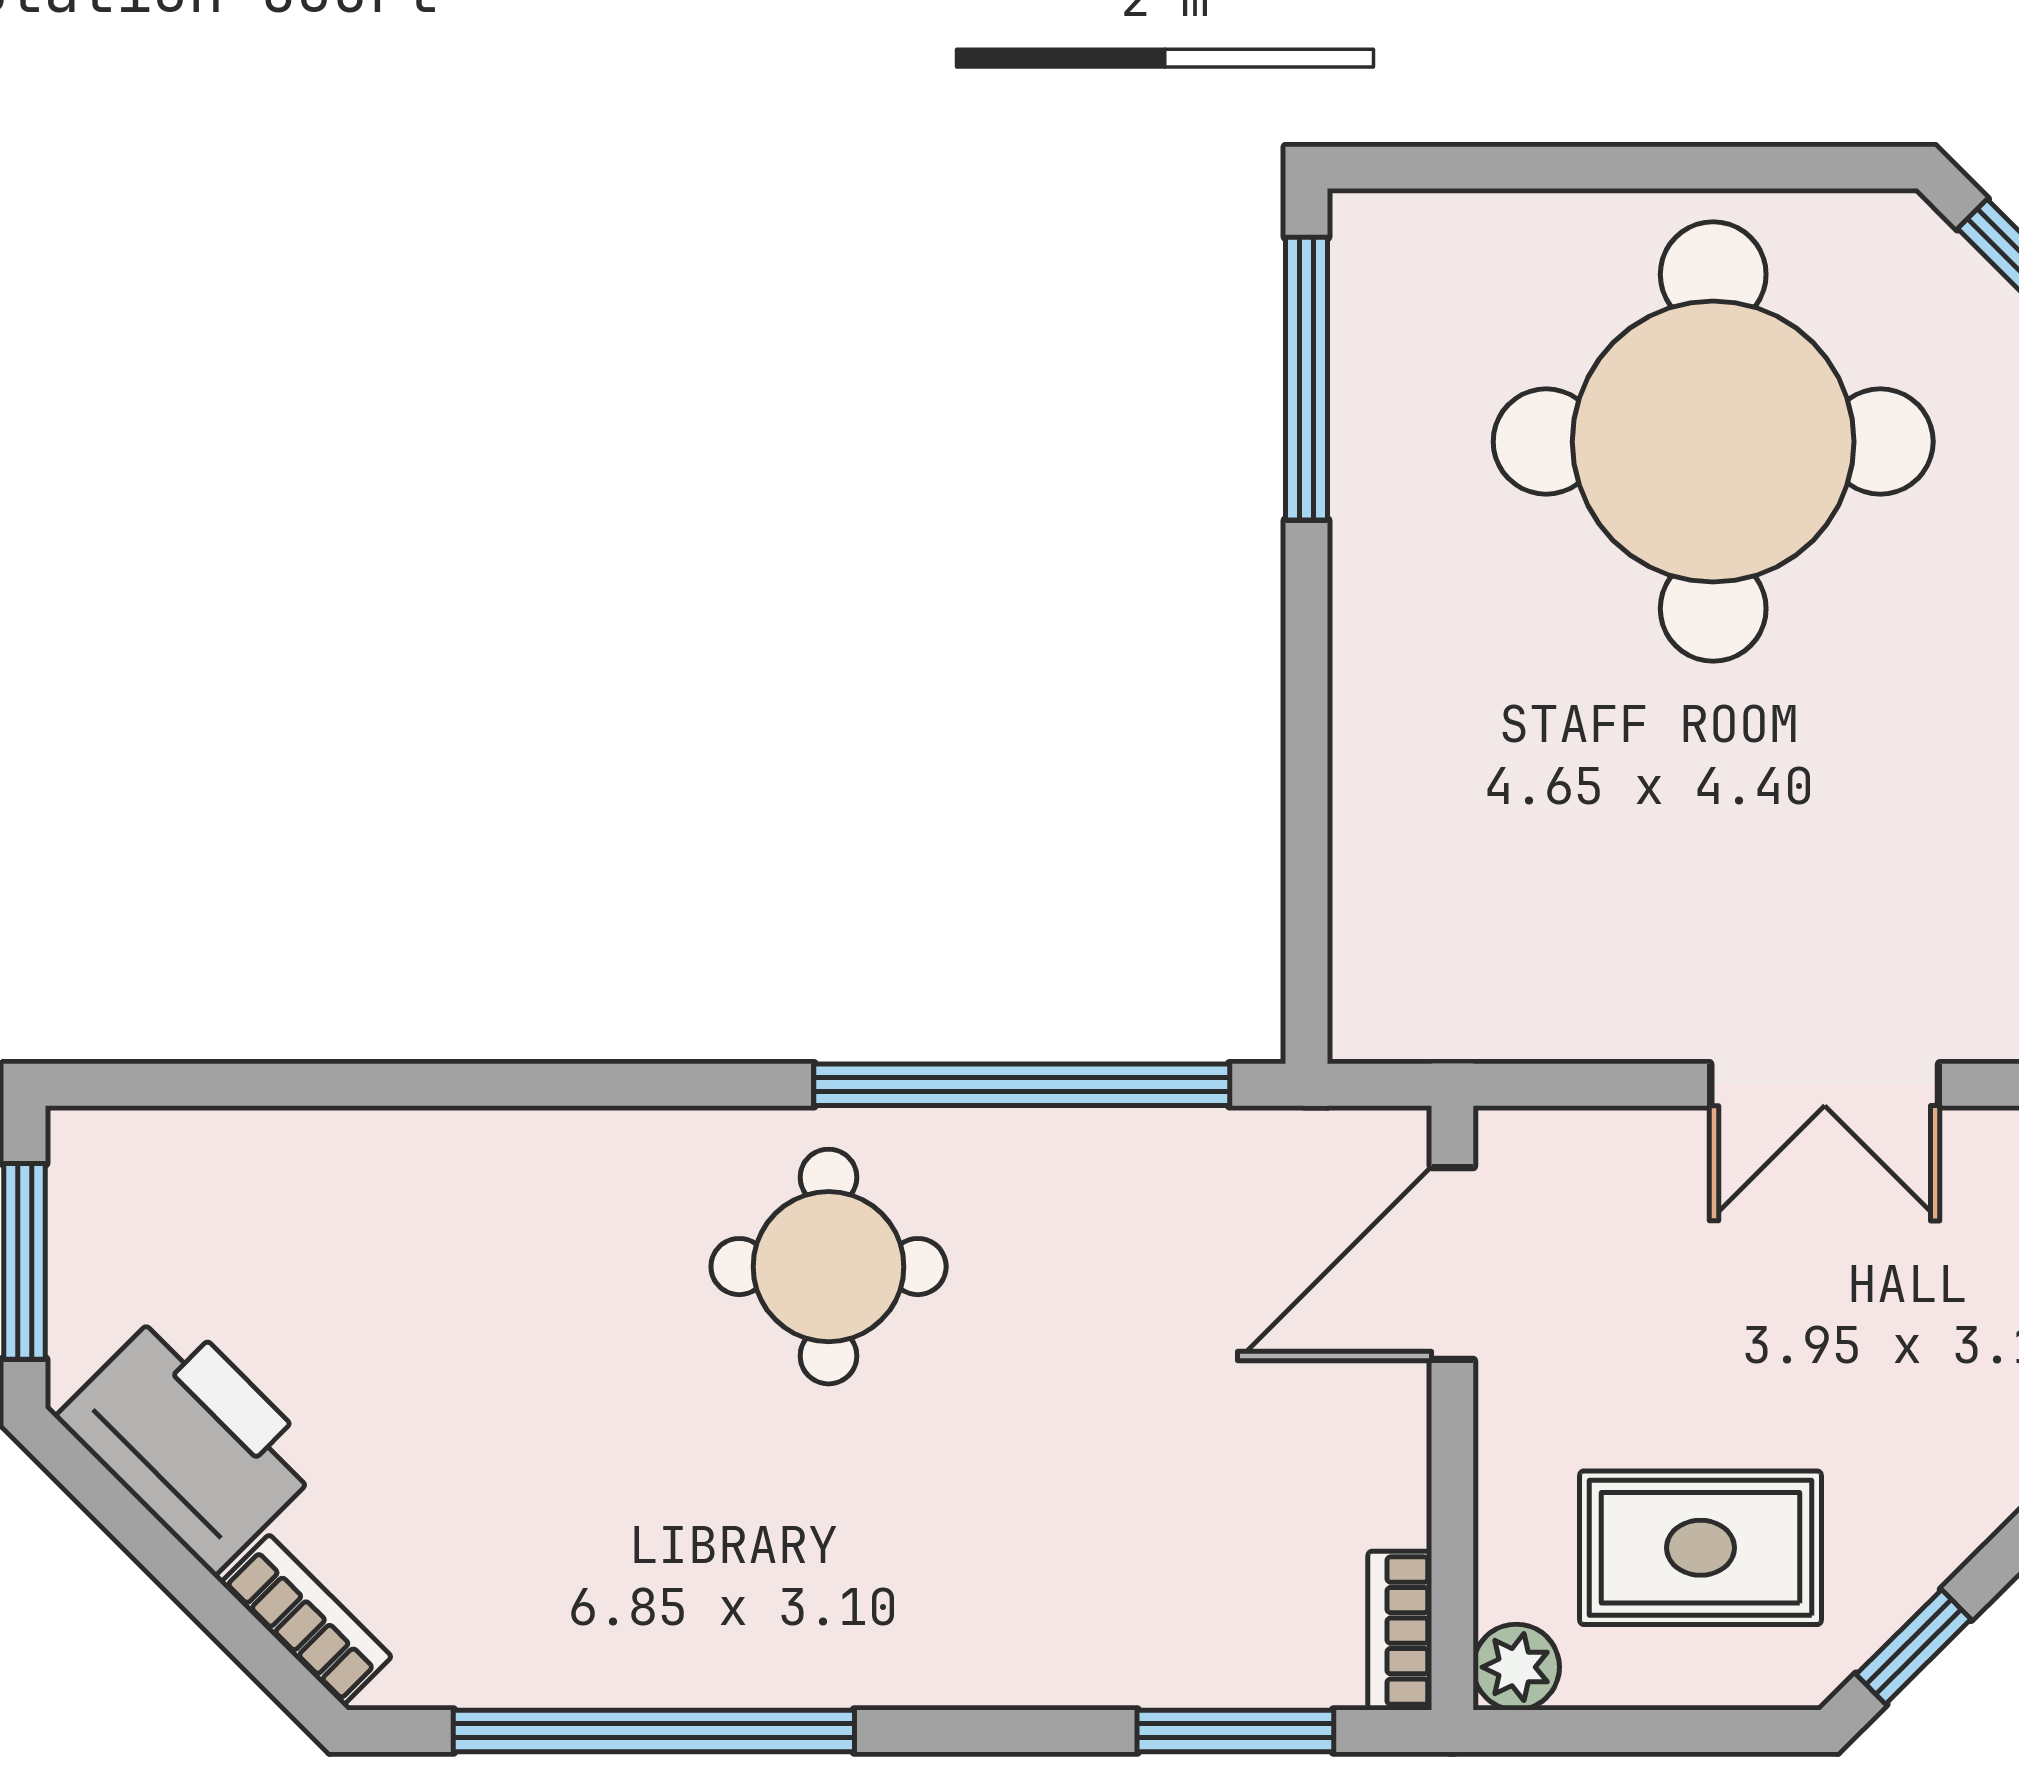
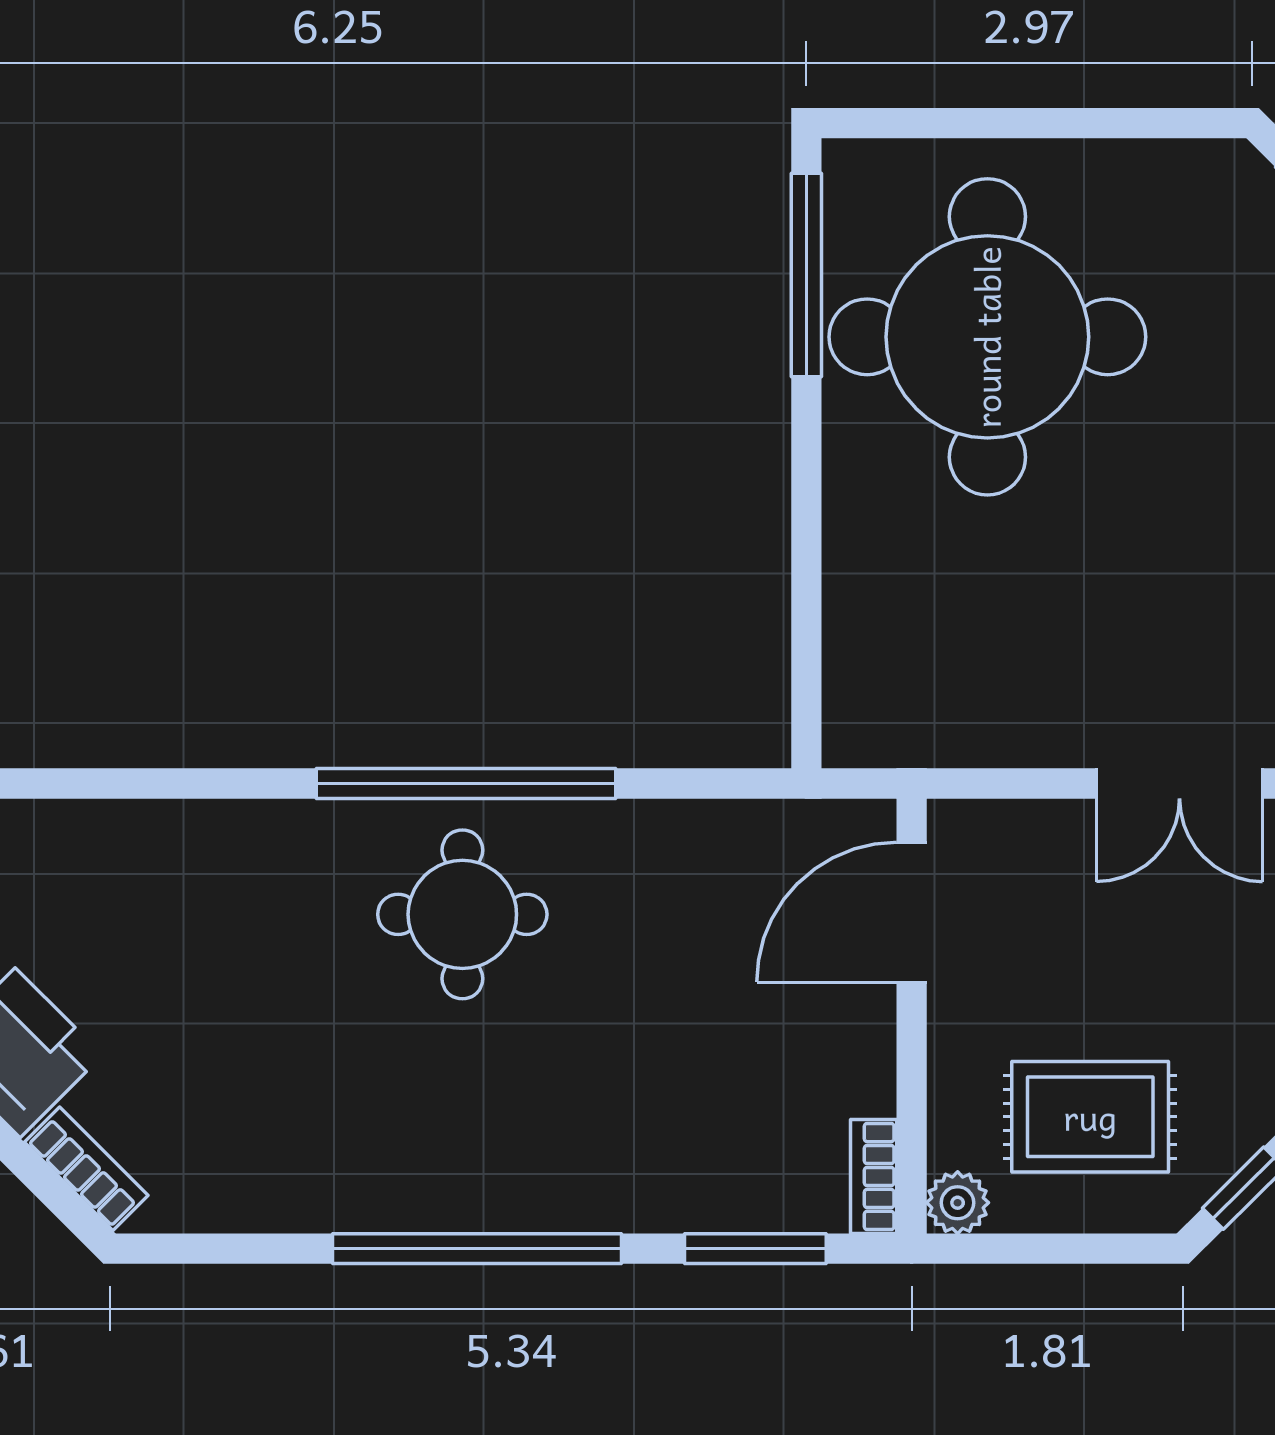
round table: (1713, 442) -> (987, 337), moved
window: (1022, 1085) -> (466, 784), moved
window: (654, 1731) -> (477, 1249), moved

